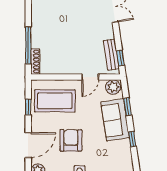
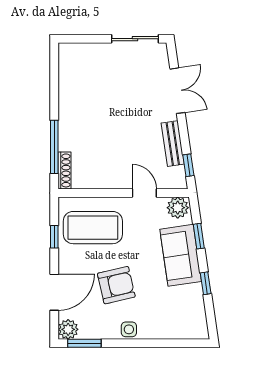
bench: (111, 55) -> (173, 144), moved
door: (90, 77) -> (144, 193), swing flipped
armchair: (71, 140) -> (116, 285), turned 77

